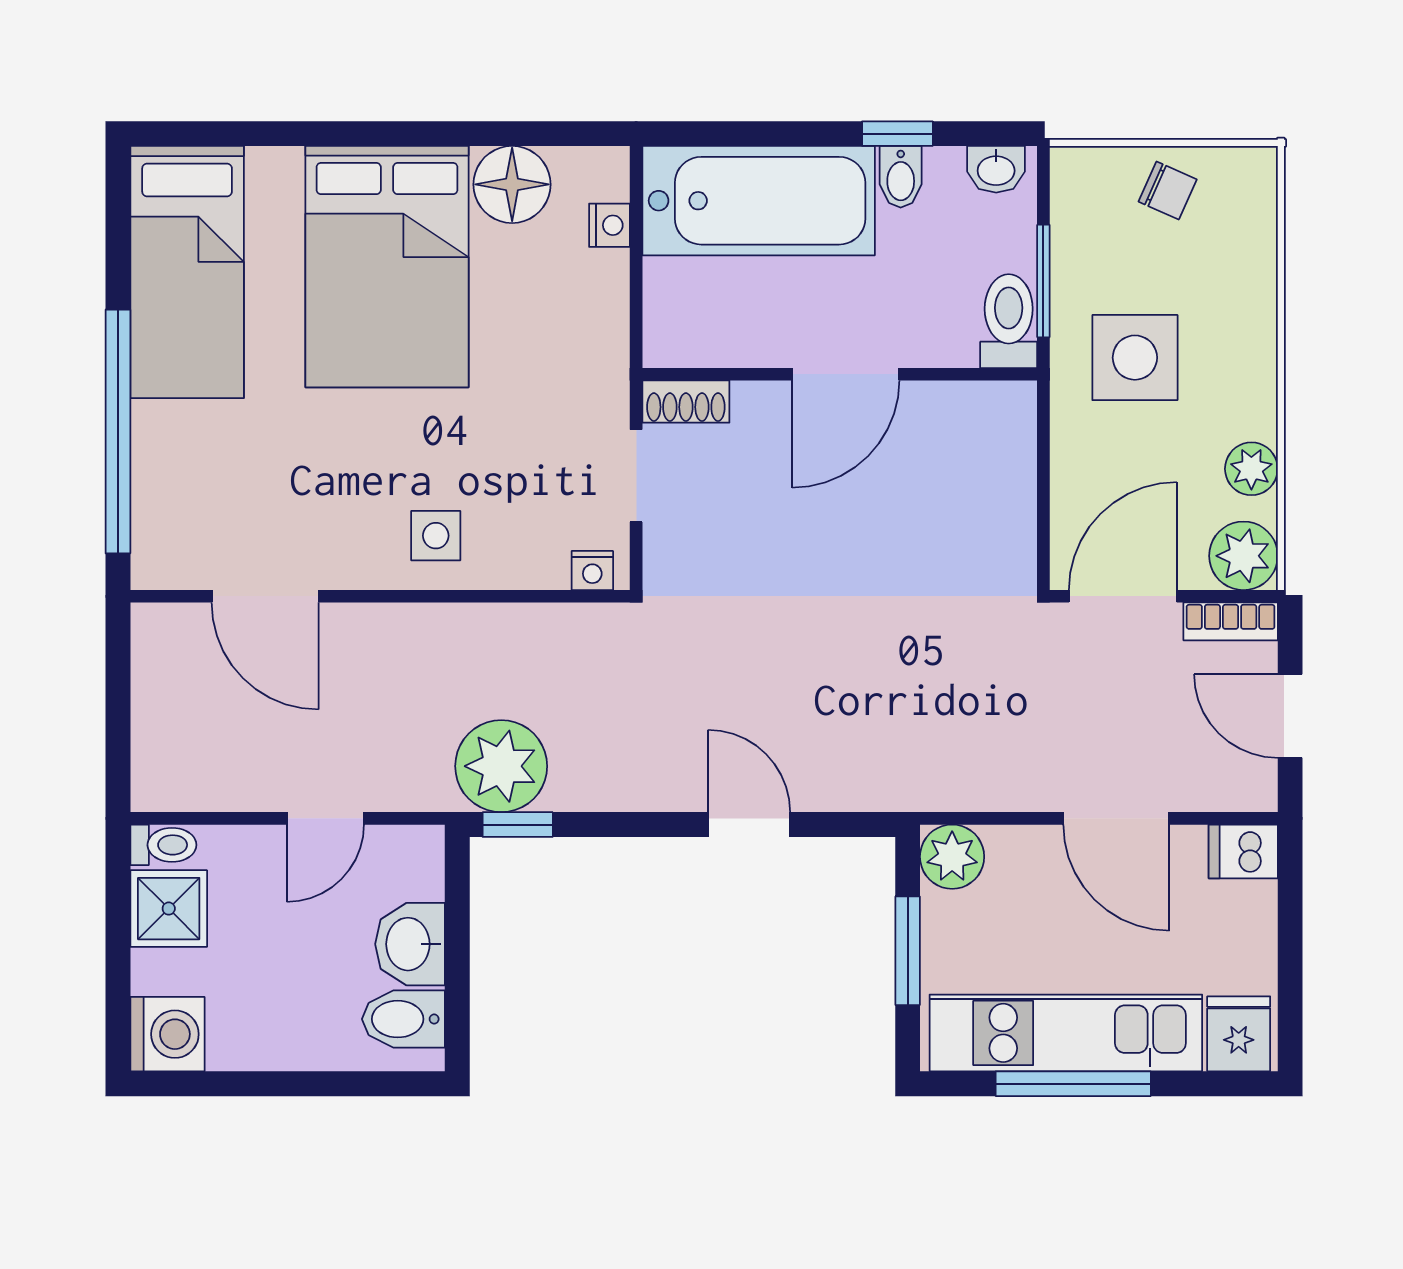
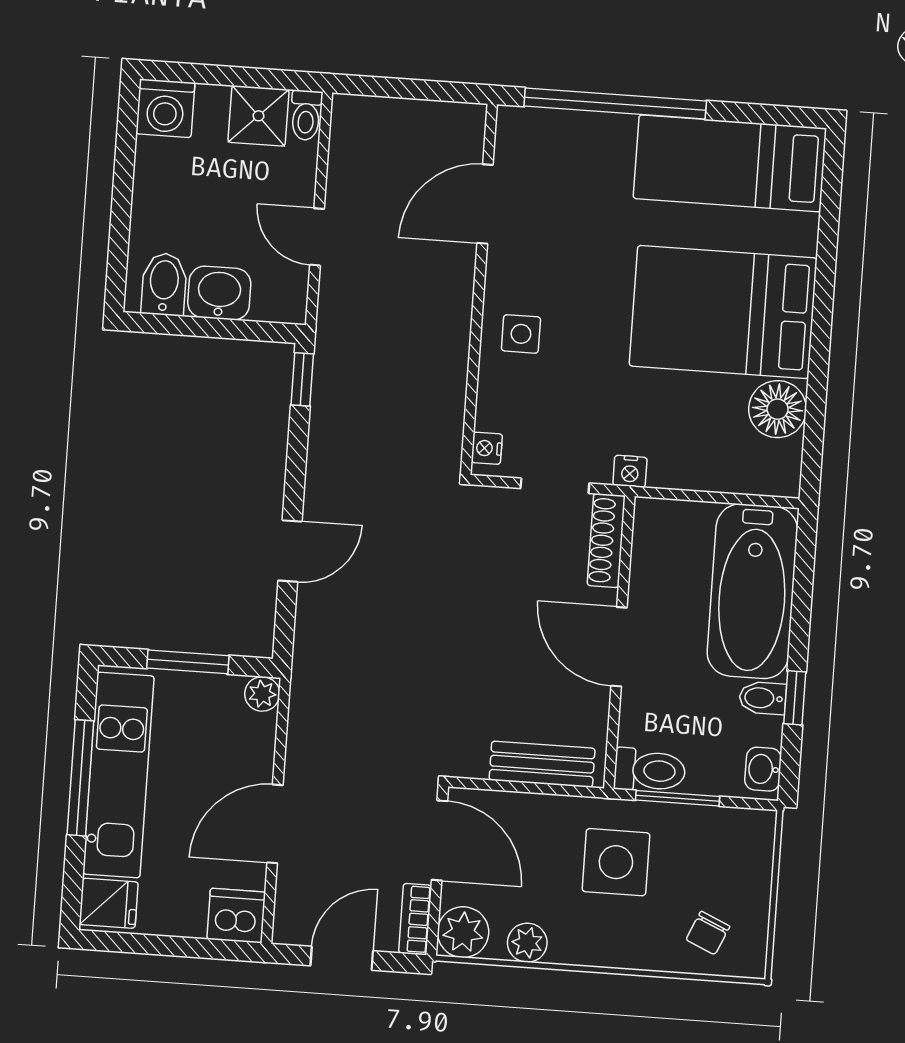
chair: (1168, 191) -> (708, 933), moved
nightstand: (610, 225) -> (630, 471), moved
shoe rack: (686, 402) -> (606, 541), width x1.43
bench: (1011, 466) -> (542, 764), added
plant: (501, 766) -> (346, 370), removed
dishwasher: (1243, 851) -> (236, 916), width x1.38
plant: (952, 857) -> (262, 694), width x0.73, depth x0.73

